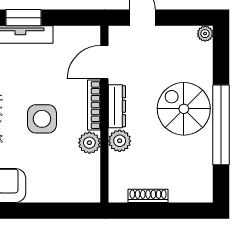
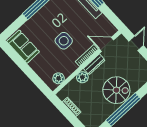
spiral stairs: (184, 109) -> (116, 90), turned 90
plant: (89, 143) -> (59, 78), moved

